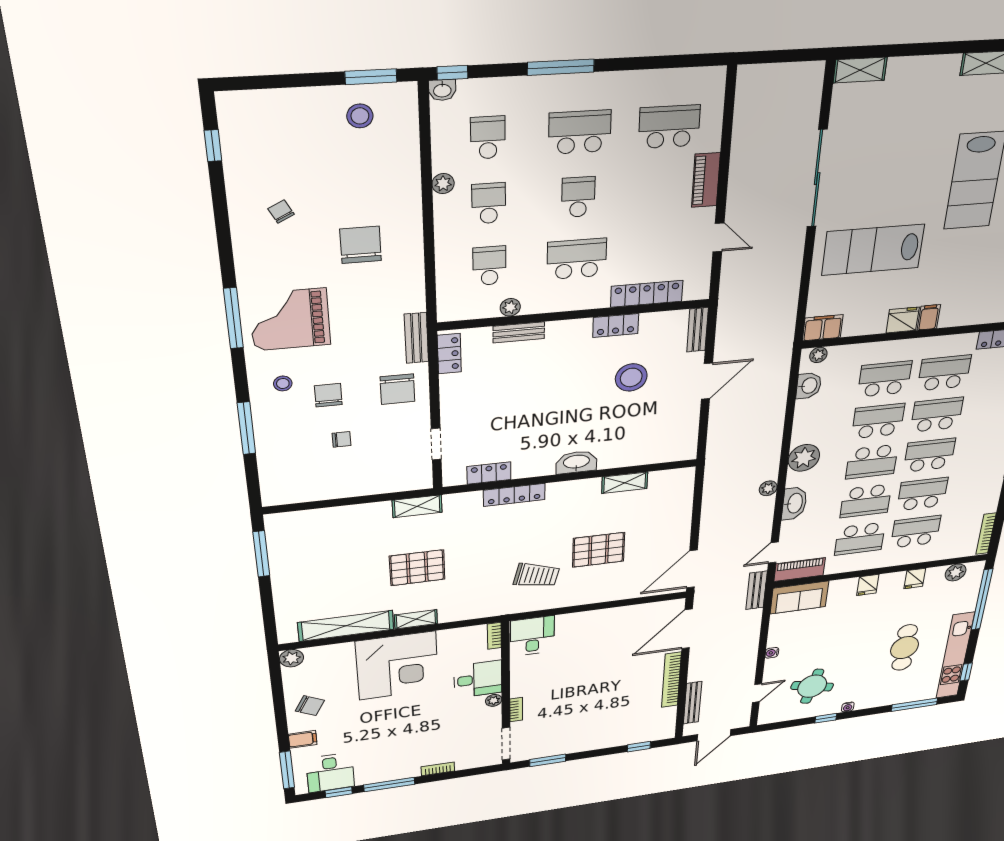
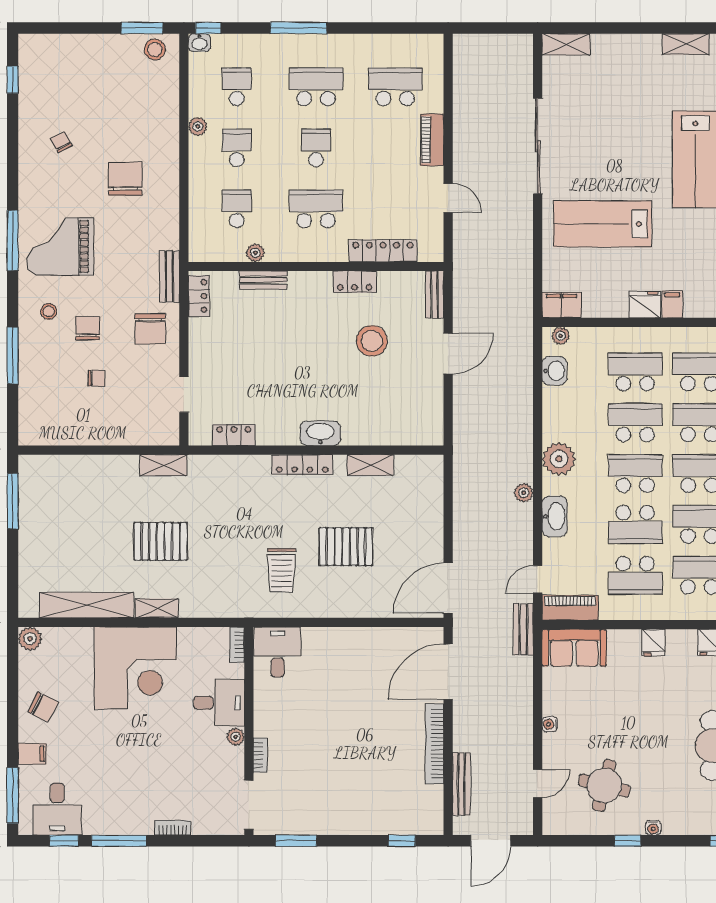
stool: (360, 116) -> (155, 49), moved
school desk: (872, 462) -> (635, 474), turned 180
locker: (514, 495) -> (302, 465), moved
trolley: (537, 575) -> (281, 570), turned 76

